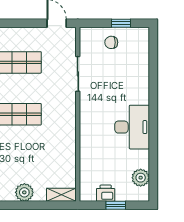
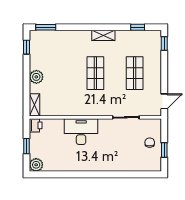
desk: (132, 127) -> (81, 132), moved, turned 180
plant: (141, 178) -> (36, 165), moved
printer: (106, 193) -> (36, 125), moved

